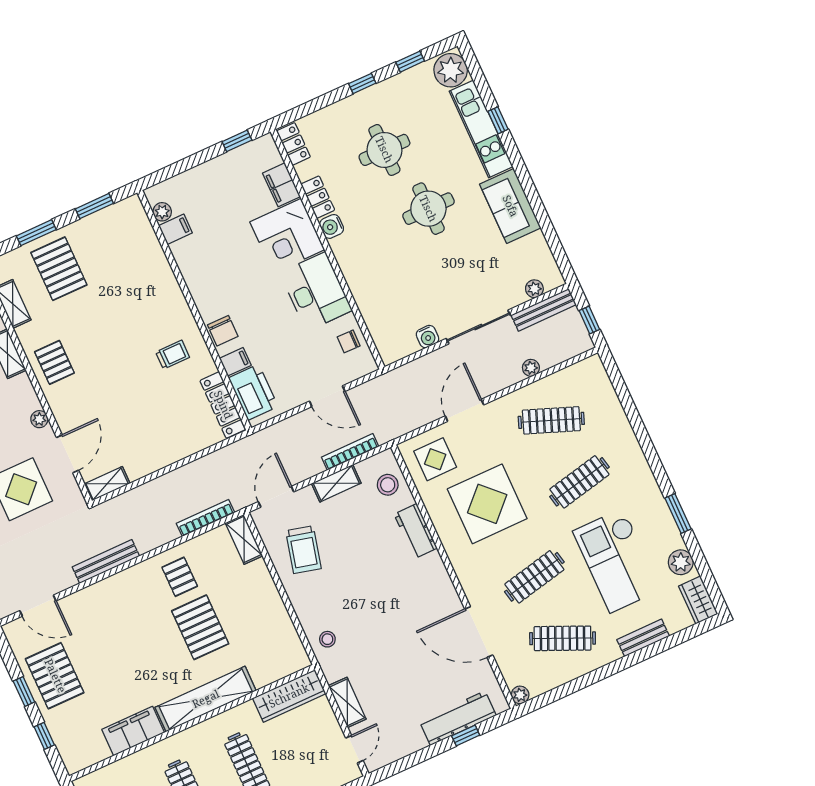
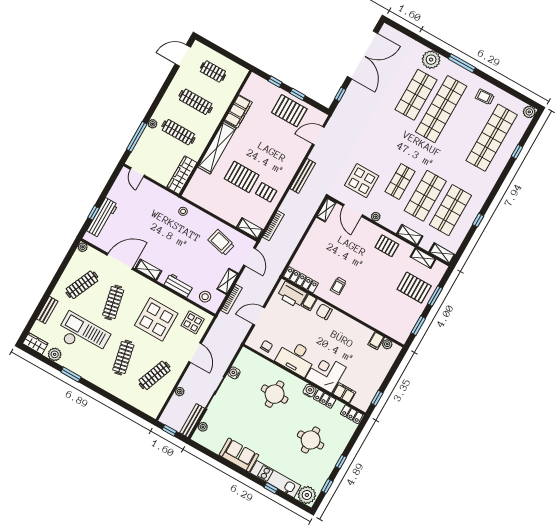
round table: (428, 209) -> (275, 394), moved
shelving: (347, 702) -> (148, 270), moved

